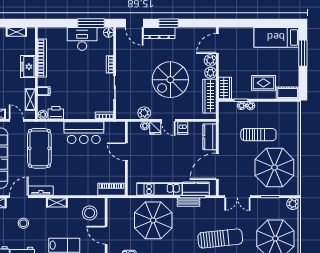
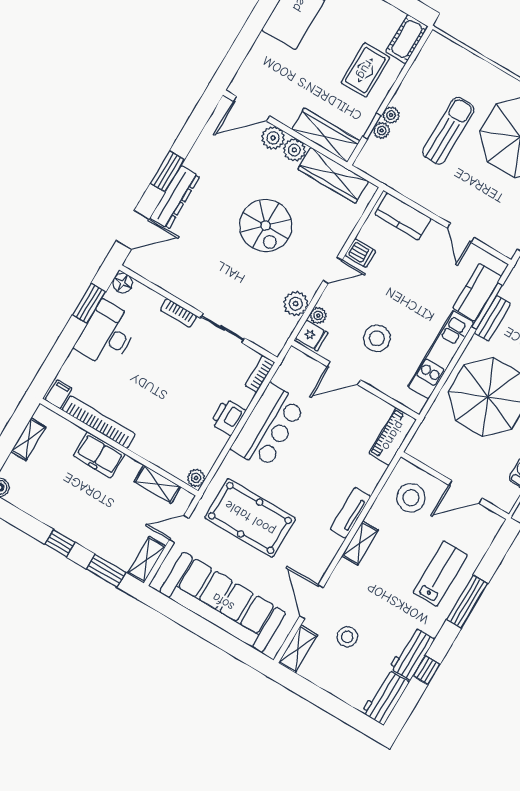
window: (91, 23) -> (89, 303), width x0.69
door: (217, 43) -> (251, 109), hinge flipped
spiral stairs: (170, 80) -> (266, 225), width x0.73, depth x0.73
wardrobe: (225, 88) -> (326, 135), width x1.50
filing cabinet: (44, 91) -> (59, 394), moved
printer: (56, 113) -> (228, 417), moved
fridge: (155, 128) -> (312, 335), moved
stool: (150, 157) -> (377, 338), added
door: (217, 166) -> (461, 233), width x0.53
tv unit: (41, 191) -> (350, 513), moved
stool: (23, 223) -> (347, 637), moved

